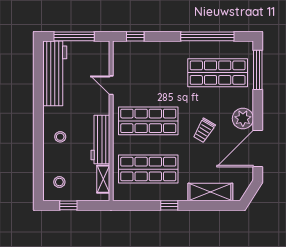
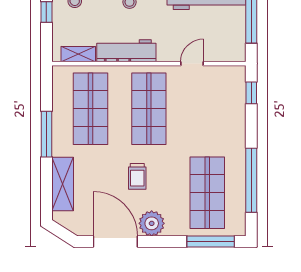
trolley: (204, 130) -> (137, 176), turned -121
window: (169, 205) -> (46, 134), width x2.17

